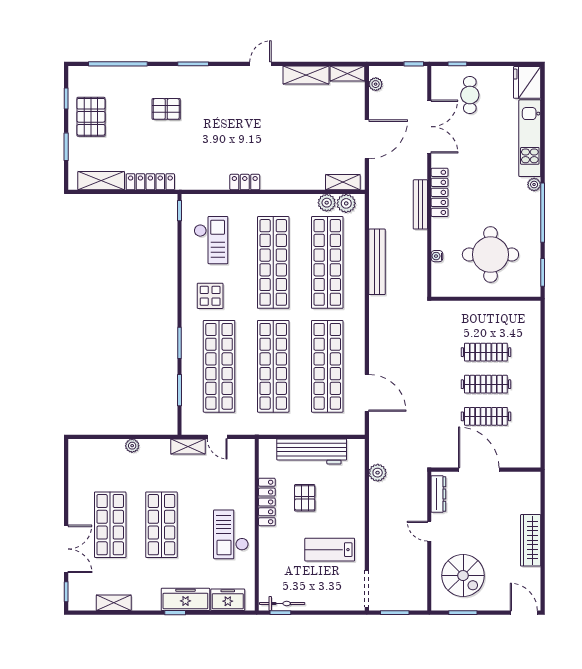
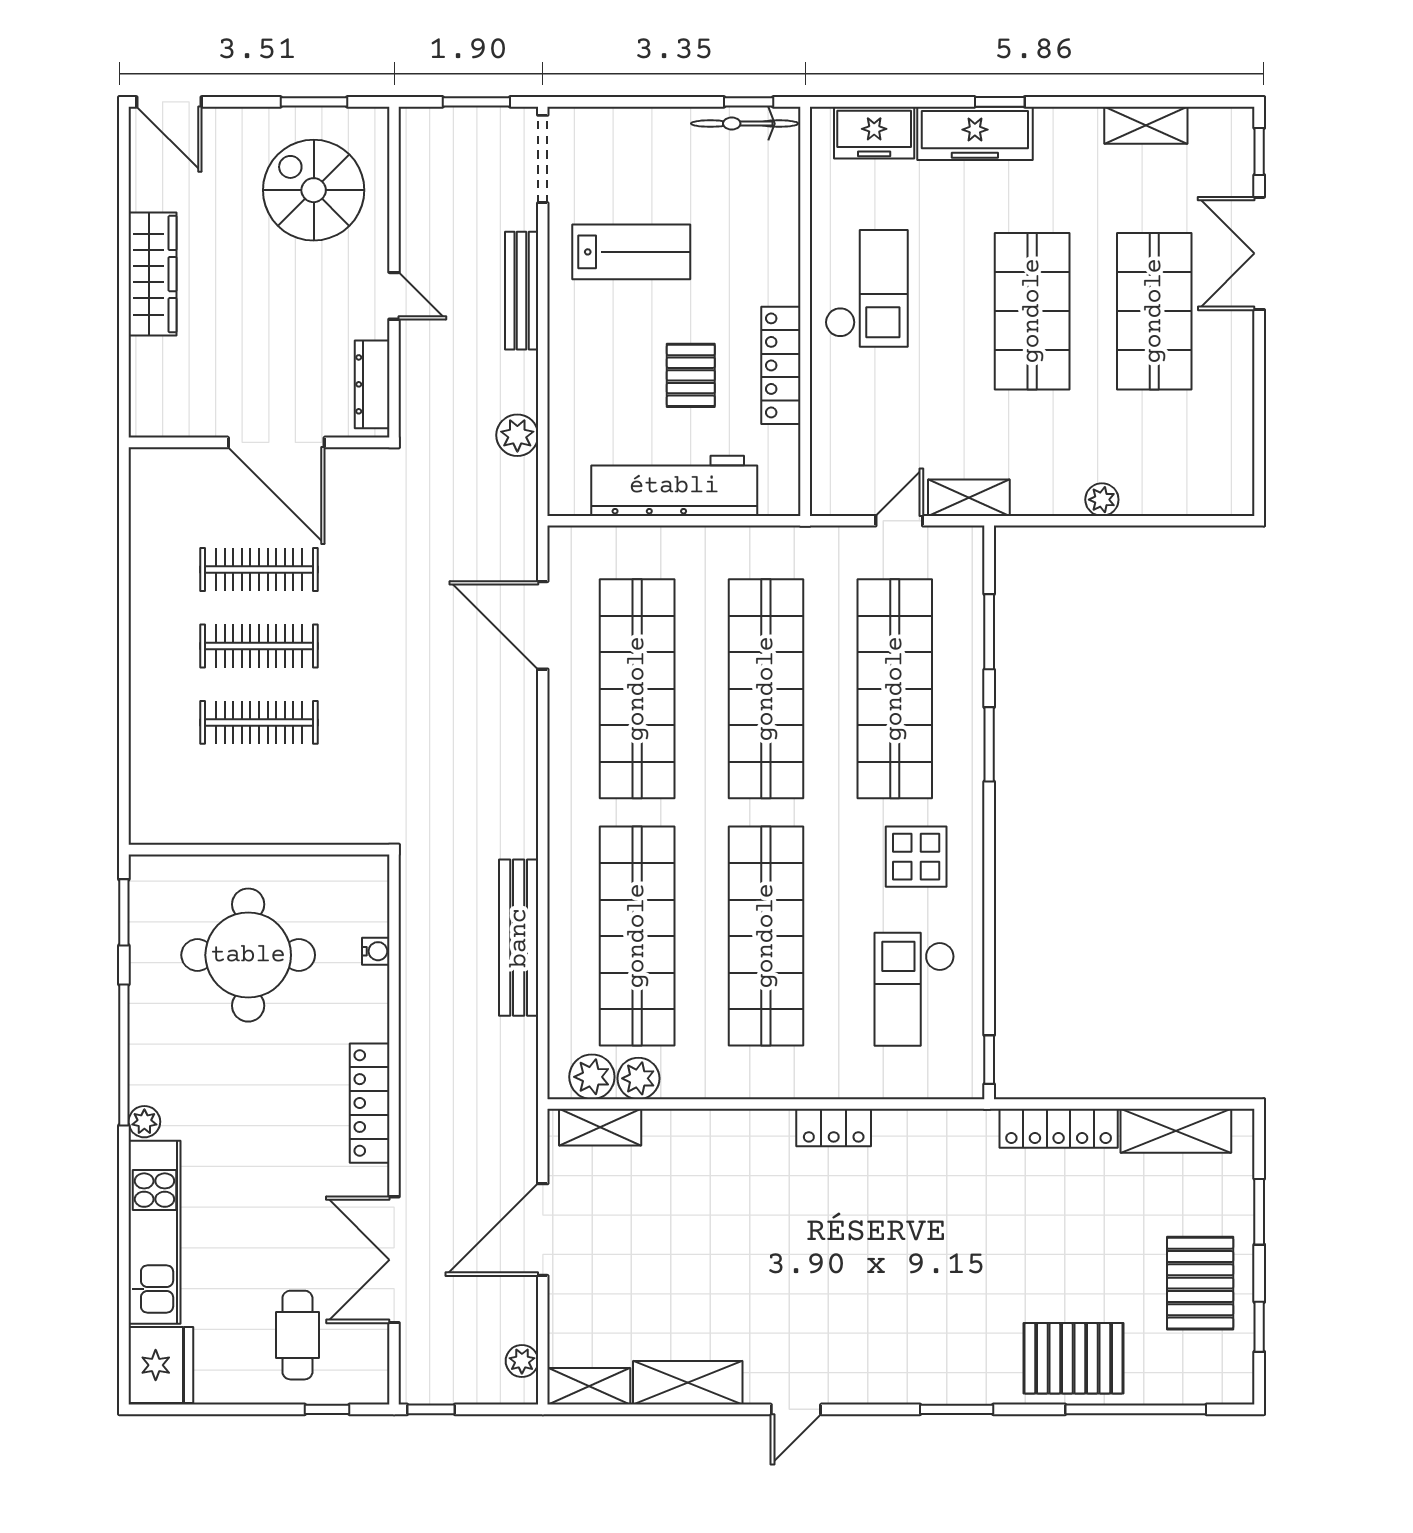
pallet: (166, 109) -> (1074, 1358), moved, width x1.50, depth x1.42
bench: (420, 204) -> (522, 291), moved
door: (217, 437) -> (899, 521), hinge flipped

